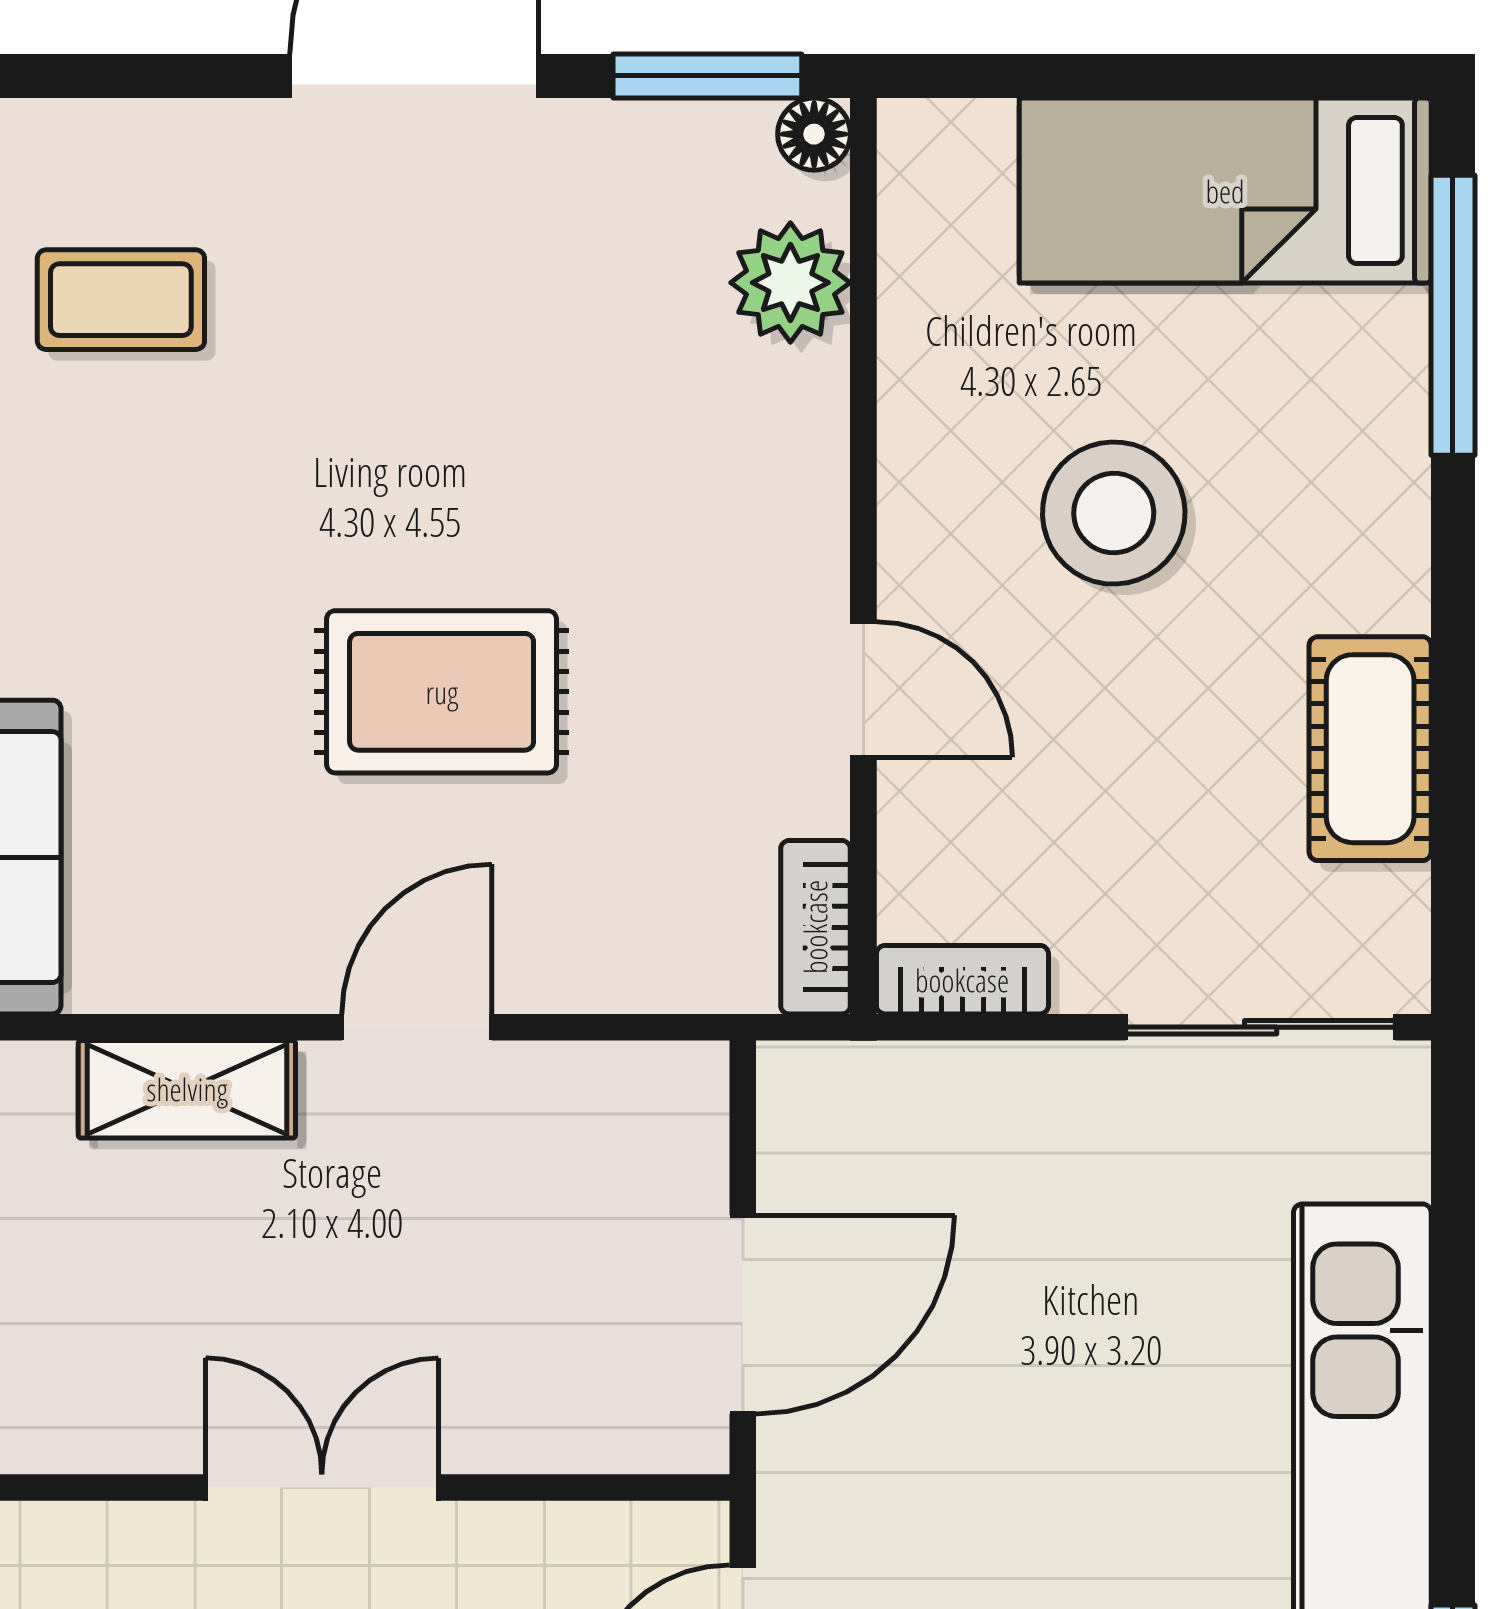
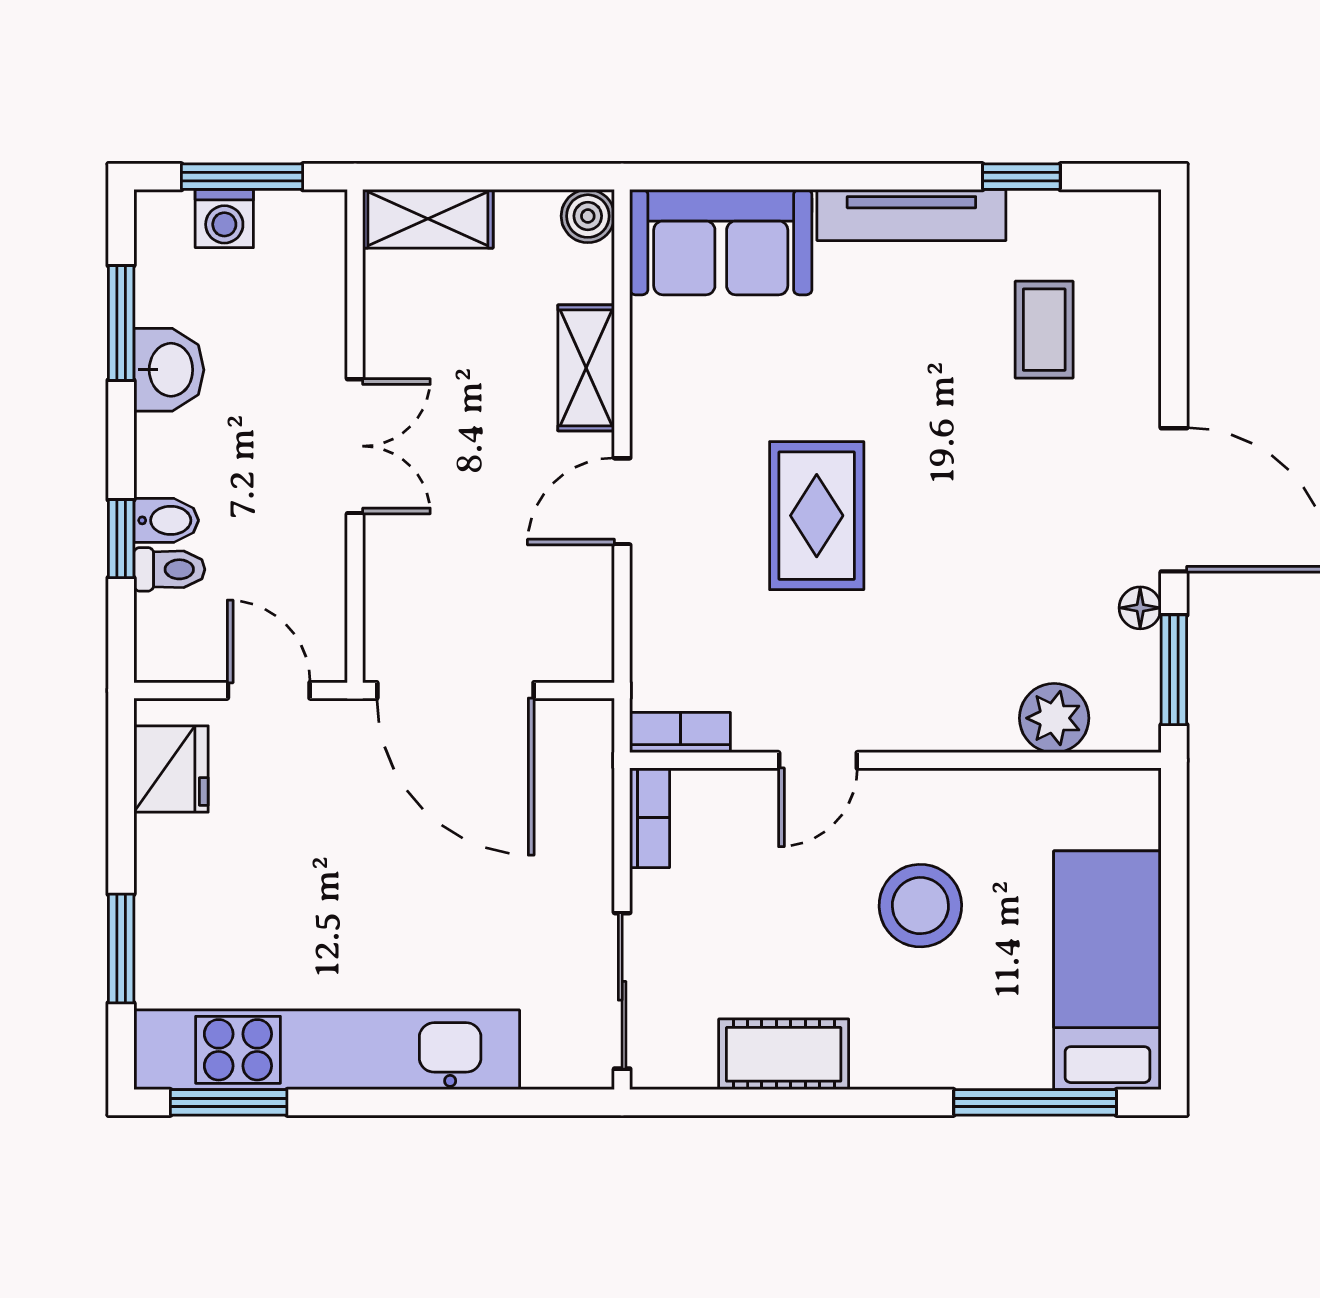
floor lamp: (814, 134) -> (1140, 608), moved
door: (417, 1027) -> (622, 501), swing flipped
door: (743, 1314) -> (455, 690), width x1.36

